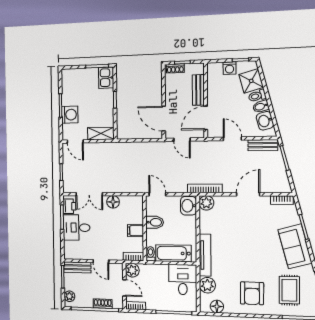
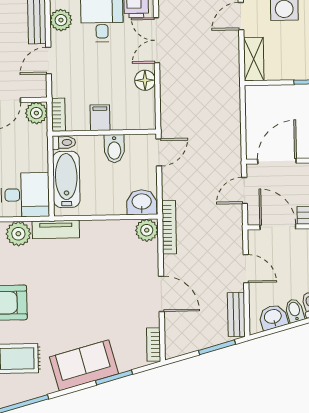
door: (232, 139) -> (246, 269), hinge flipped
plant: (77, 253) -> (61, 20), added
tv unit: (205, 255) -> (56, 230), width x0.71

